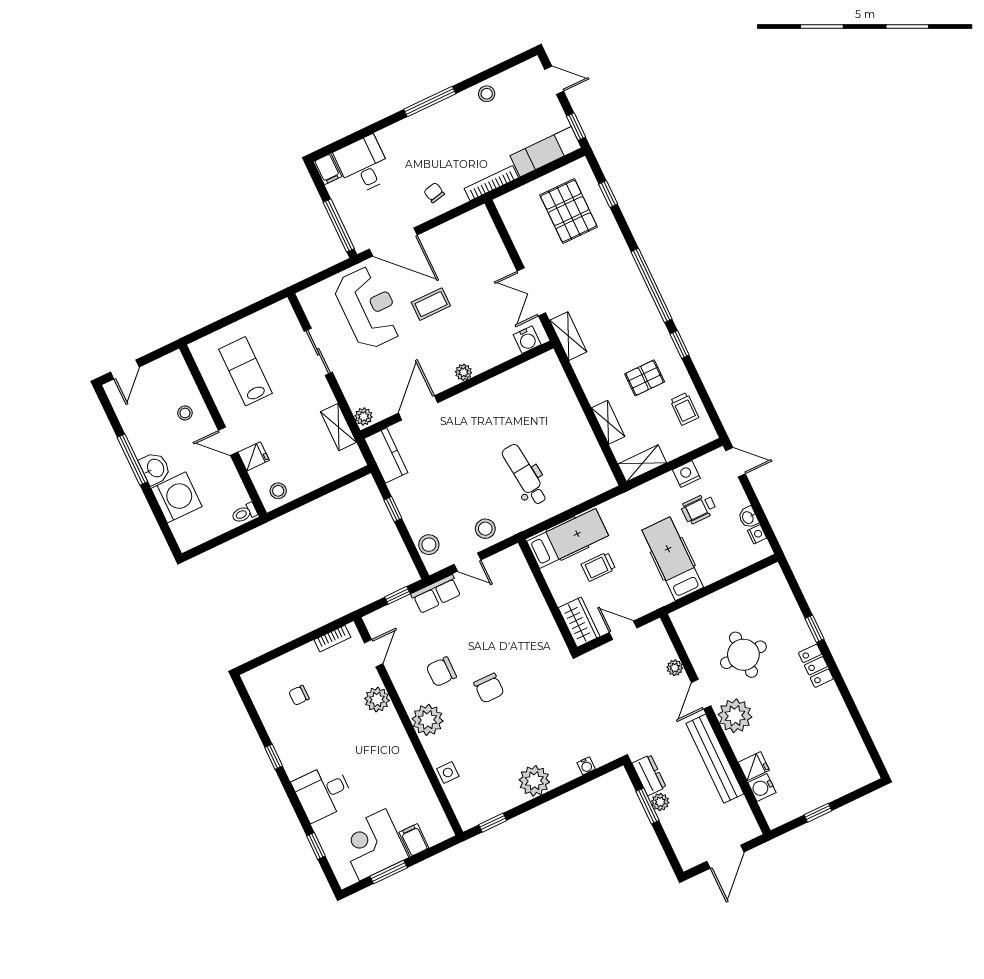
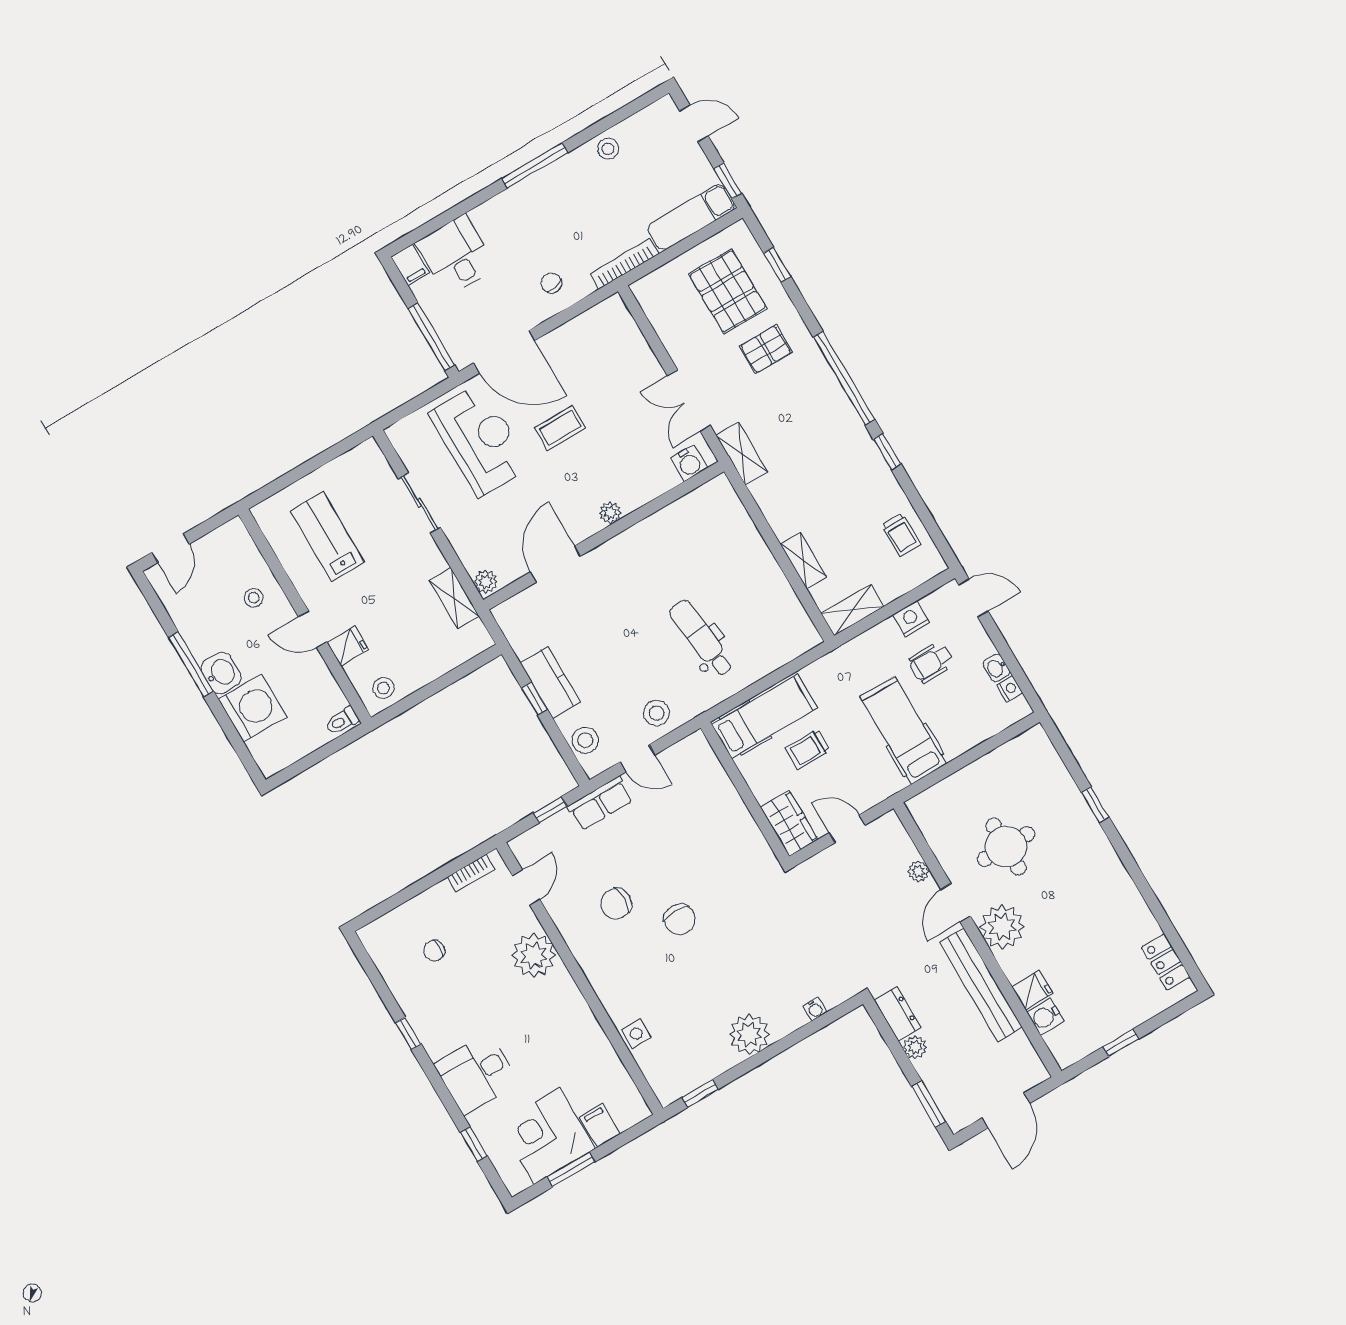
pallet: (645, 378) -> (766, 349), moved
kitchen counter: (386, 455) -> (550, 682), moved
locker: (816, 666) -> (1166, 962), moved
plant: (377, 699) -> (534, 955), width x1.36, depth x1.36
plant: (428, 720) -> (604, 968), removed
window: (648, 806) -> (929, 1104), moved

